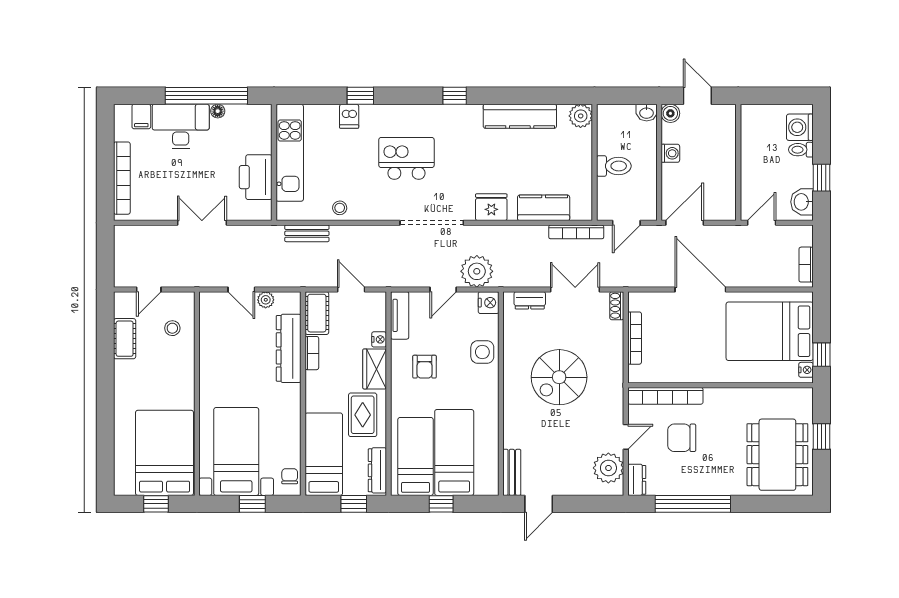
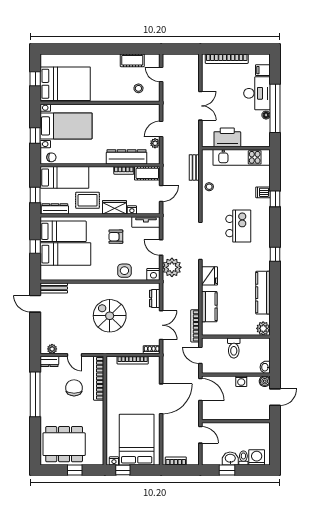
washbasin: (802, 202) -> (230, 459), moved
plant: (608, 468) -> (52, 349), width x0.53, depth x0.53

